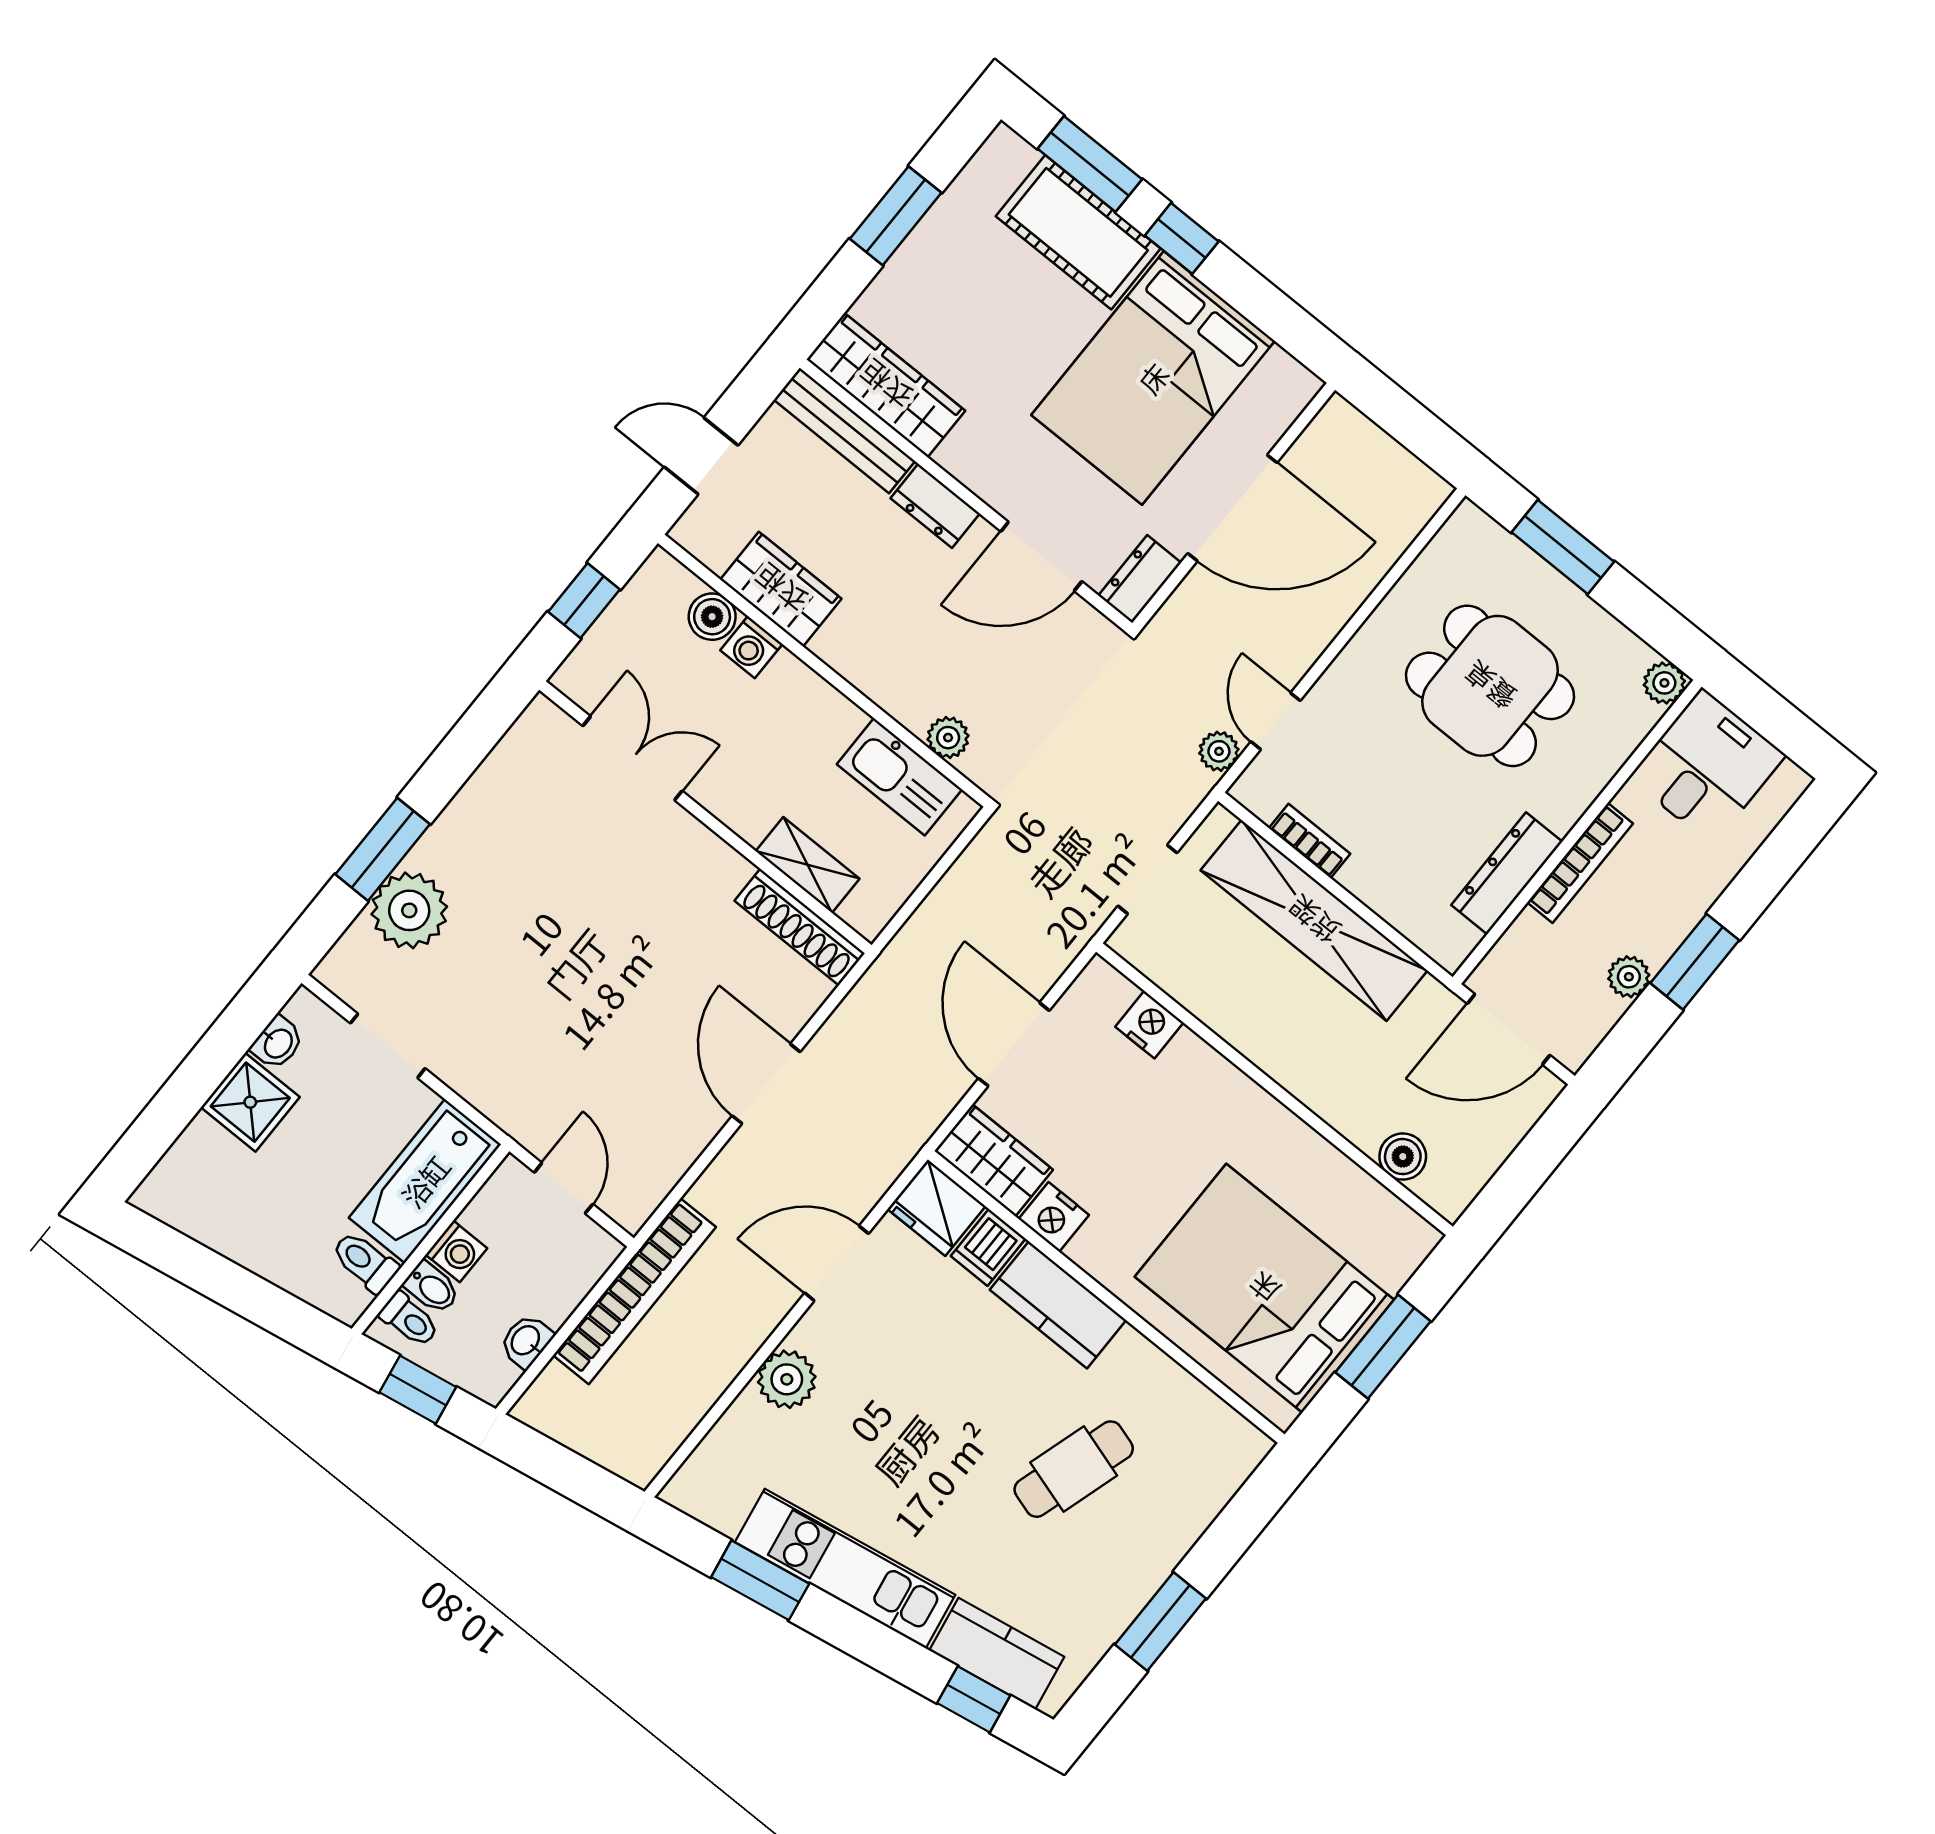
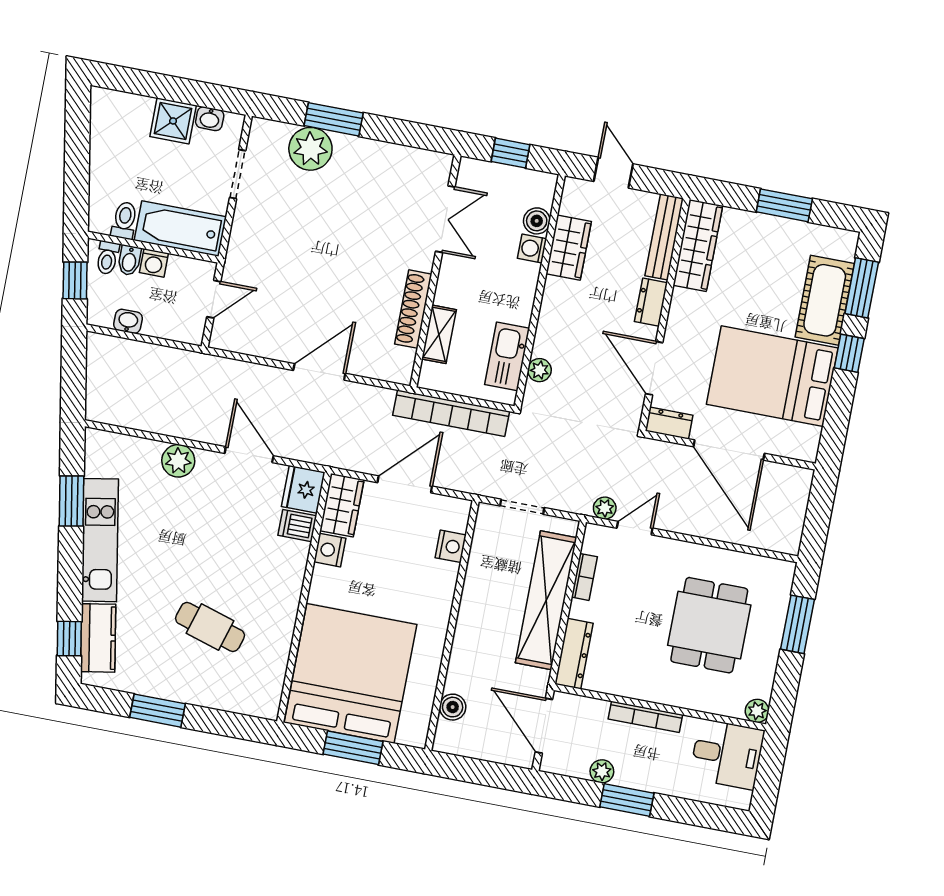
dresser: (1507, 873) -> (574, 654), moved, turned 90
shoe rack: (800, 927) -> (413, 309), moved
bed: (1264, 1288) -> (350, 673), width x1.36
bookcase: (634, 1291) -> (451, 413), moved
kitchen counter: (1058, 1305) -> (287, 575), removed

